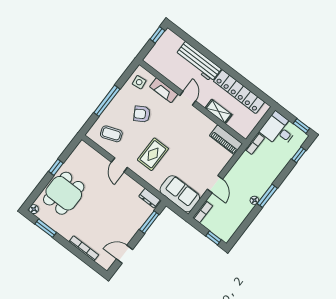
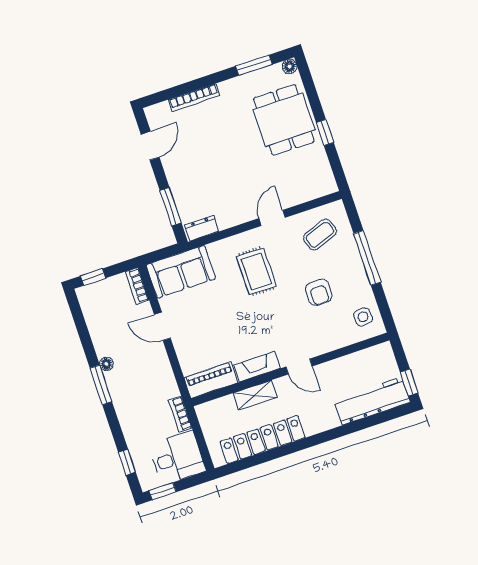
workbench: (198, 62) -> (372, 401), moved
fireplace: (164, 90) -> (257, 367), moved
armchair: (142, 114) -> (319, 292), turned 121
door: (119, 165) -> (272, 218), hinge flipped

